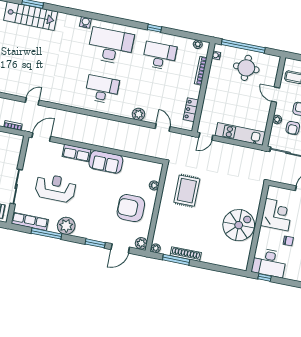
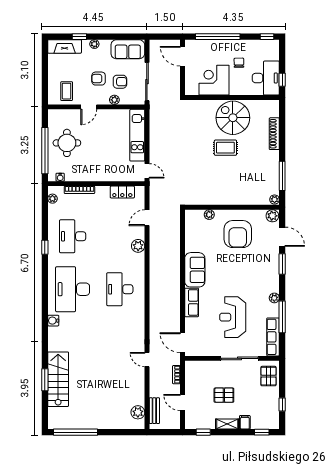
rug: (187, 191) -> (225, 148), moved, width x0.73, depth x0.70
plant: (66, 226) -> (274, 298), width x0.53, depth x0.53
shoe rack: (186, 254) -> (274, 134), moved

